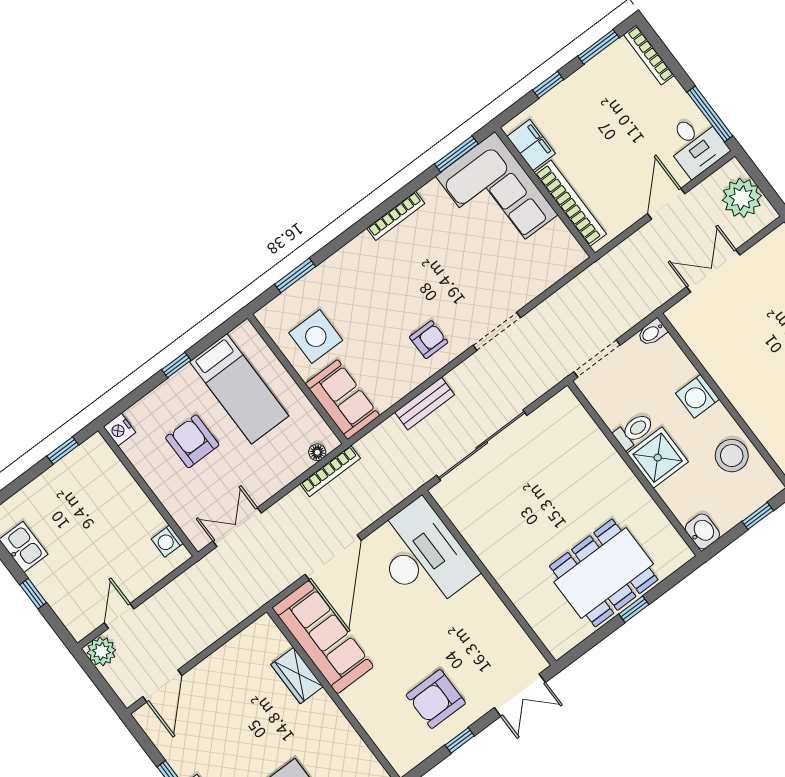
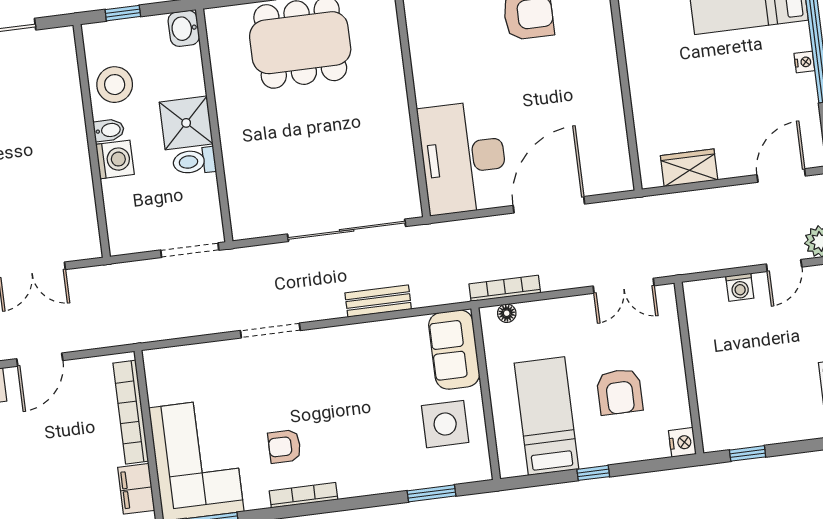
bidet: (652, 332) -> (109, 130), moved
armchair: (429, 340) -> (284, 446), moved
washing machine: (167, 541) -> (740, 287), moved, turned 90
sofa: (323, 637) -> (602, 135), removed
wardrobe: (297, 676) -> (689, 168), moved, turned -90

